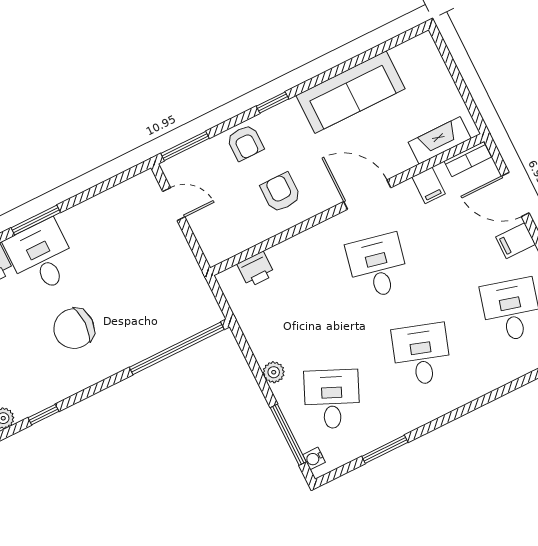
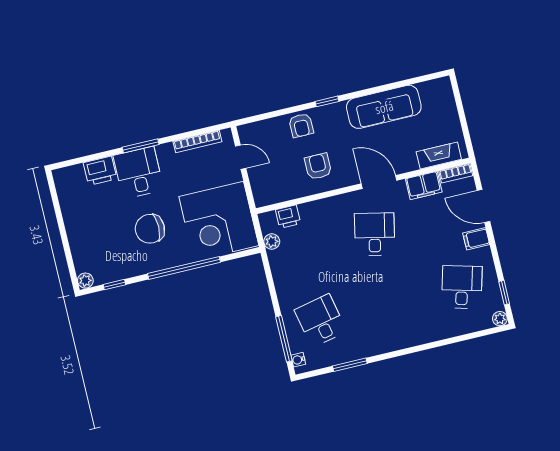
window: (185, 146) -> (258, 118), removed
filing cabinet: (429, 185) -> (424, 185), width x2.00
bookcase: (111, 197) -> (197, 142), added
corner desk: (164, 297) -> (219, 221), added
window: (177, 348) -> (184, 268), moved
desk: (422, 355) -> (391, 304), removed
plant: (274, 372) -> (272, 242), moved
desk: (332, 399) -> (321, 321), turned -36

